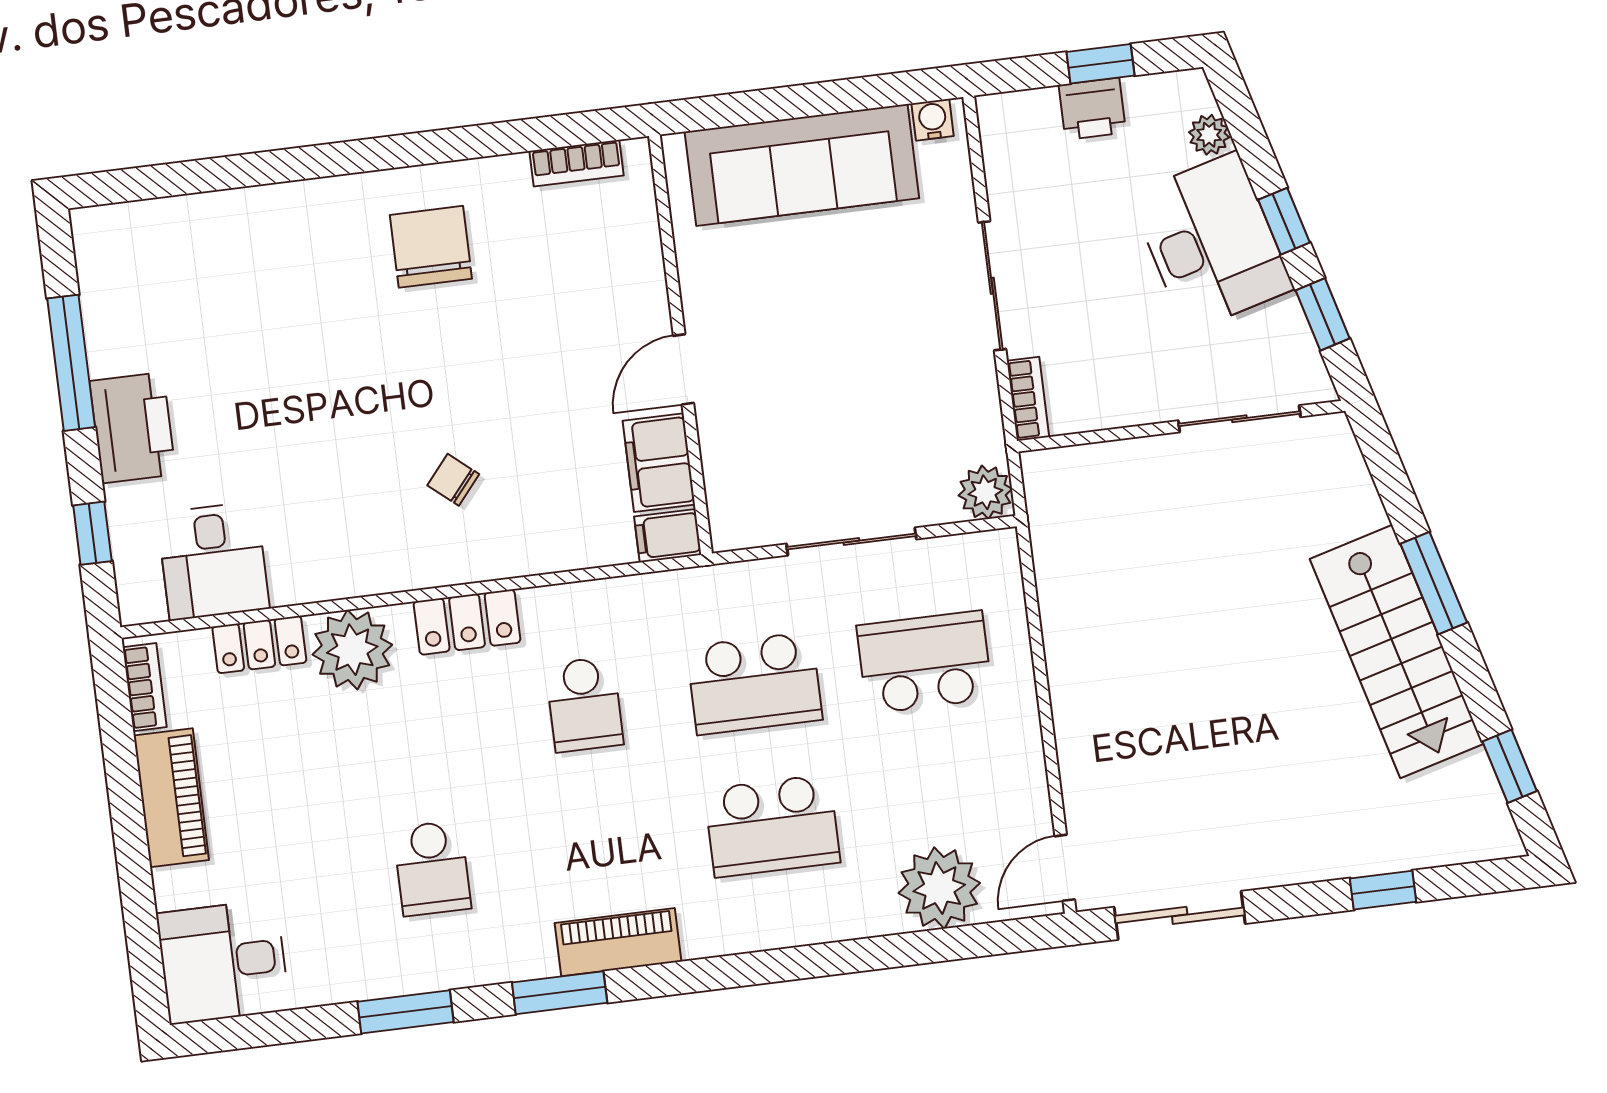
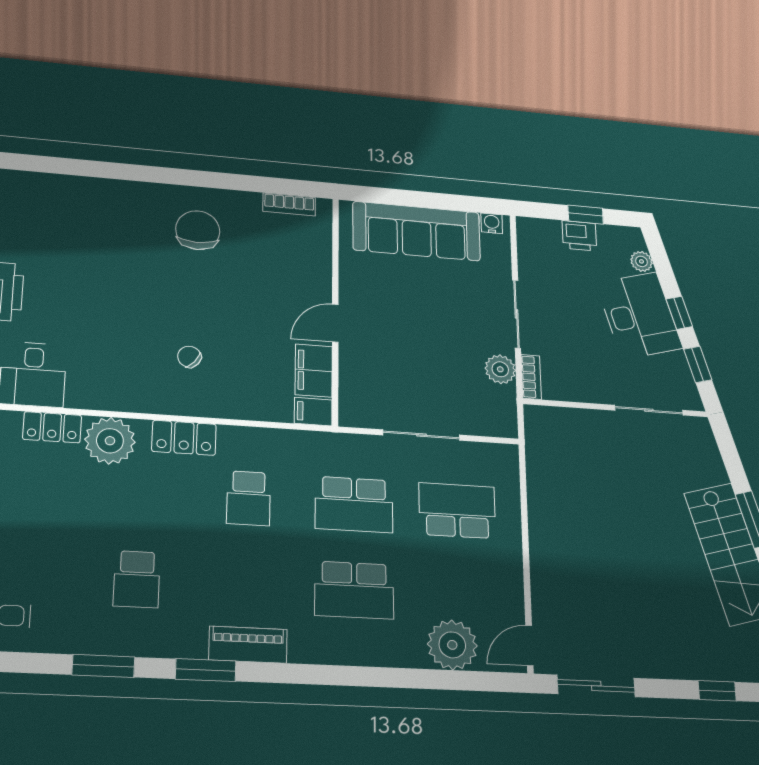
plant: (985, 492) -> (500, 369), moved

